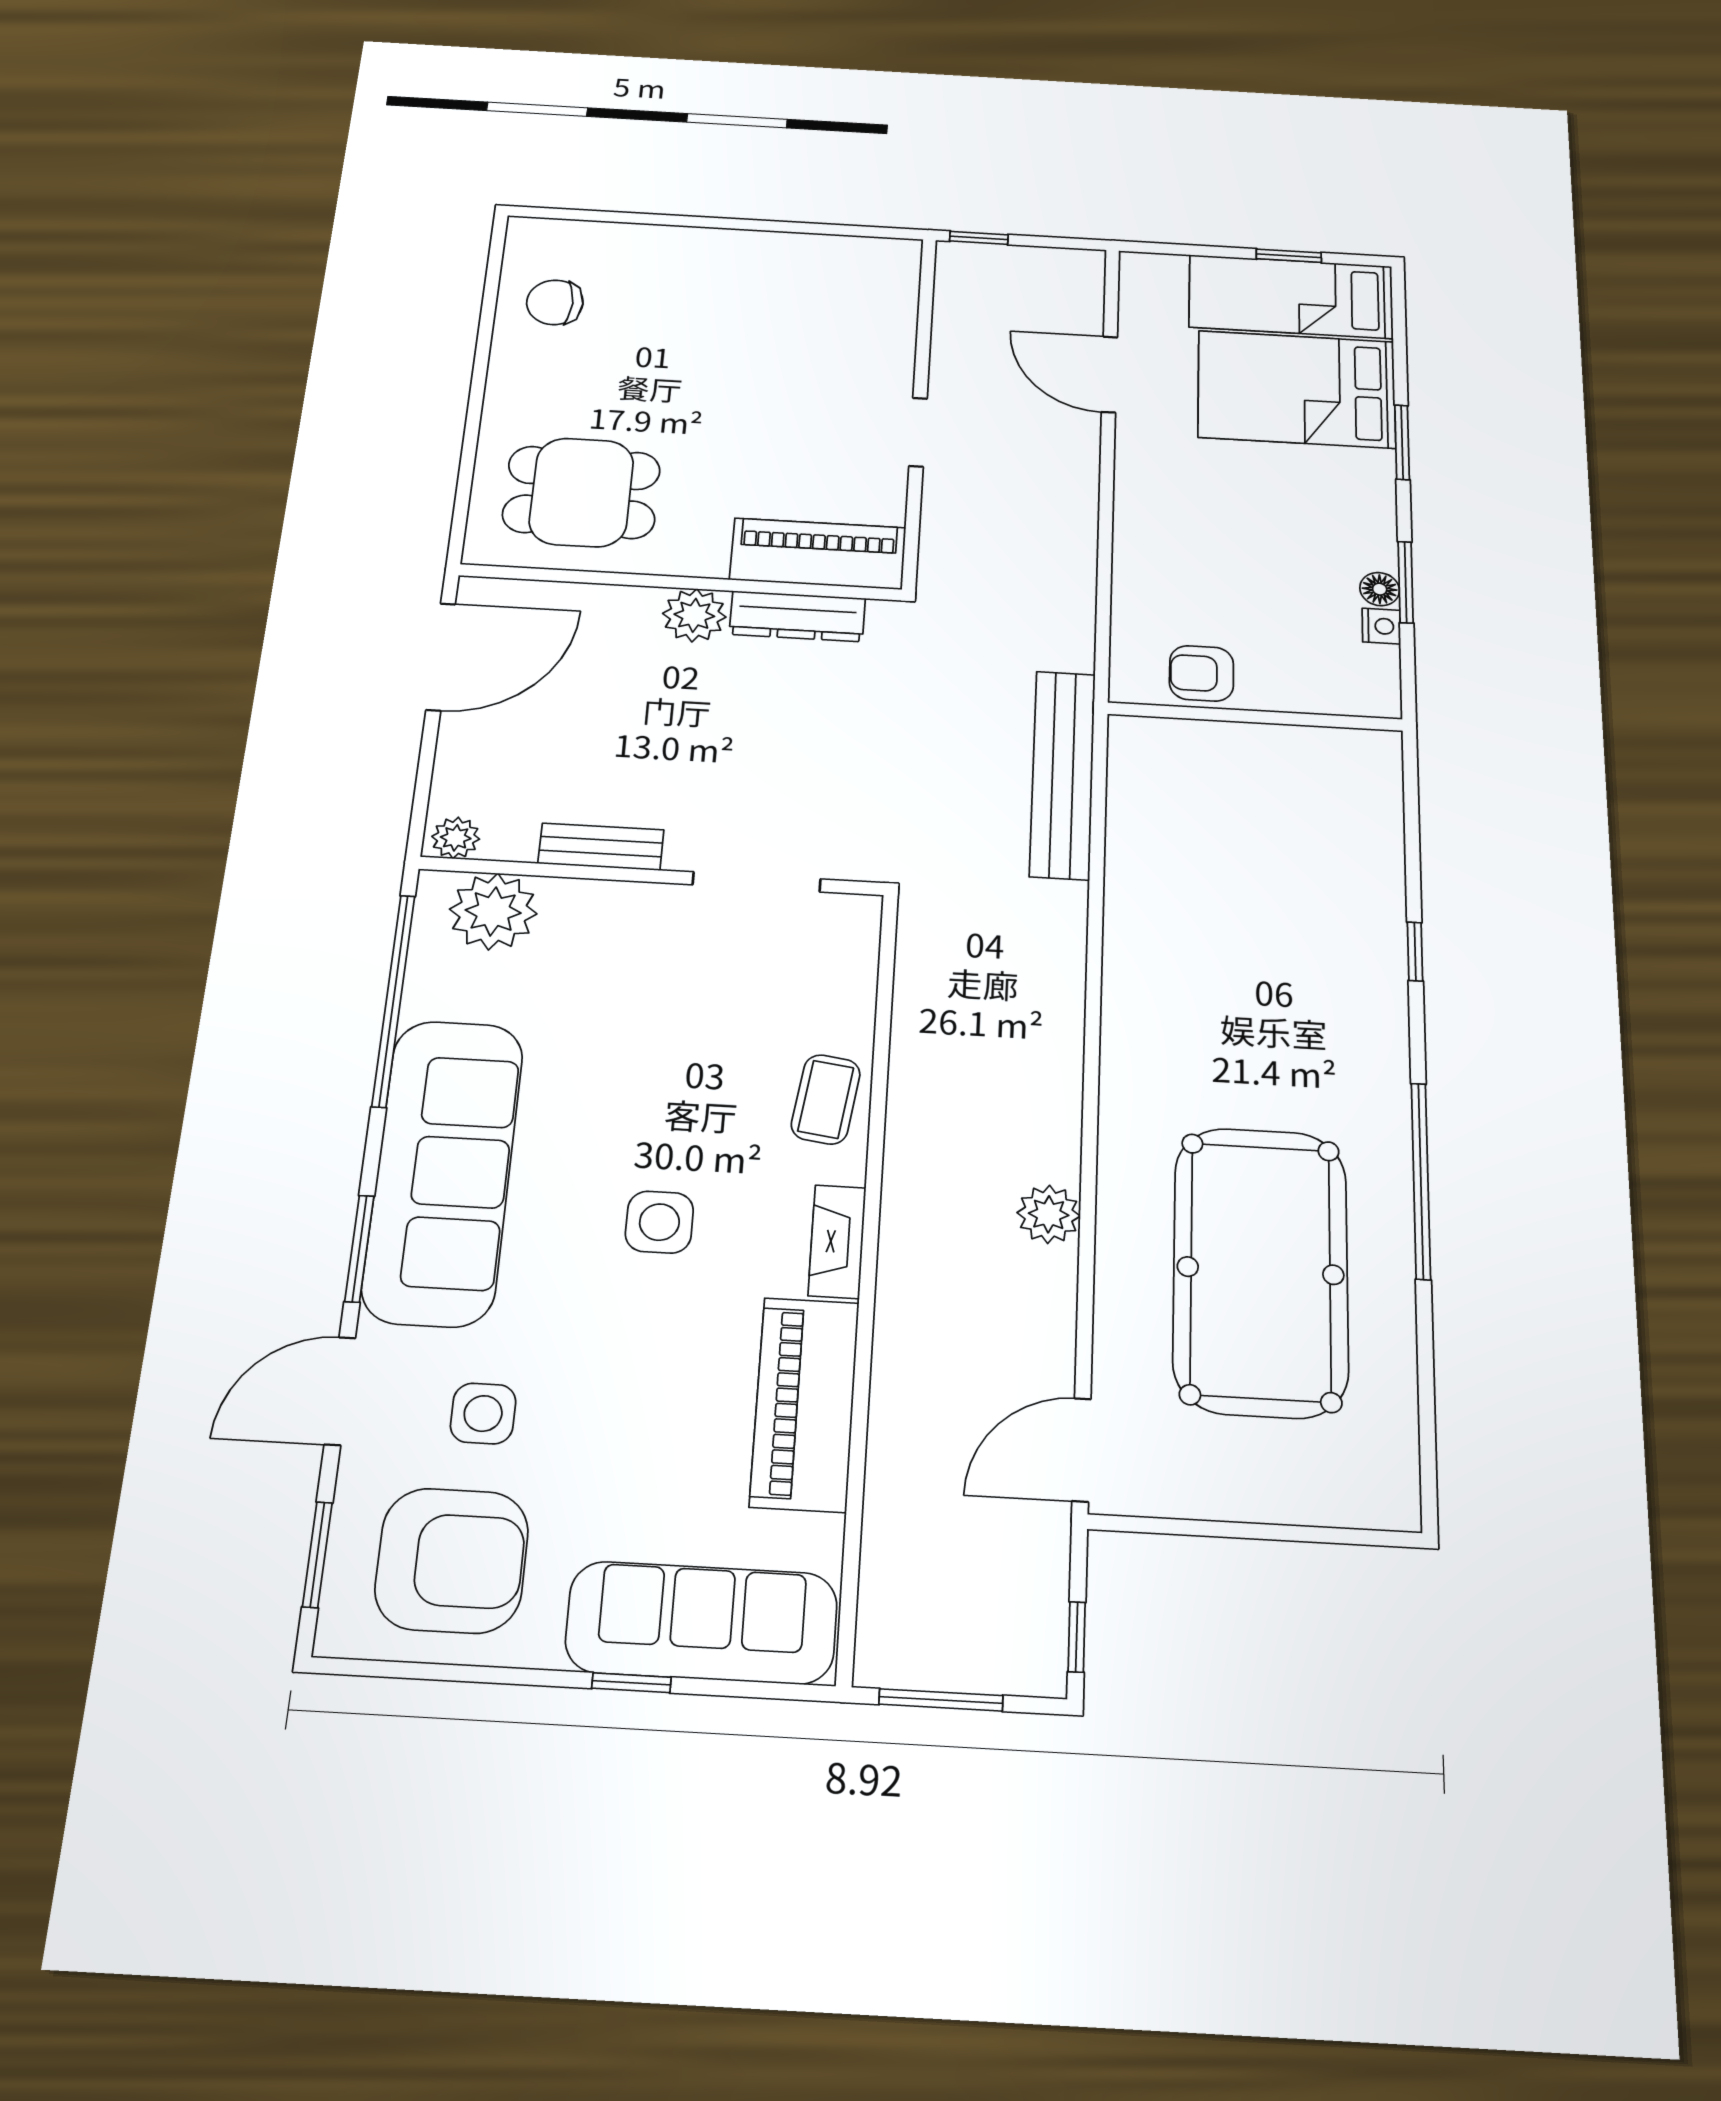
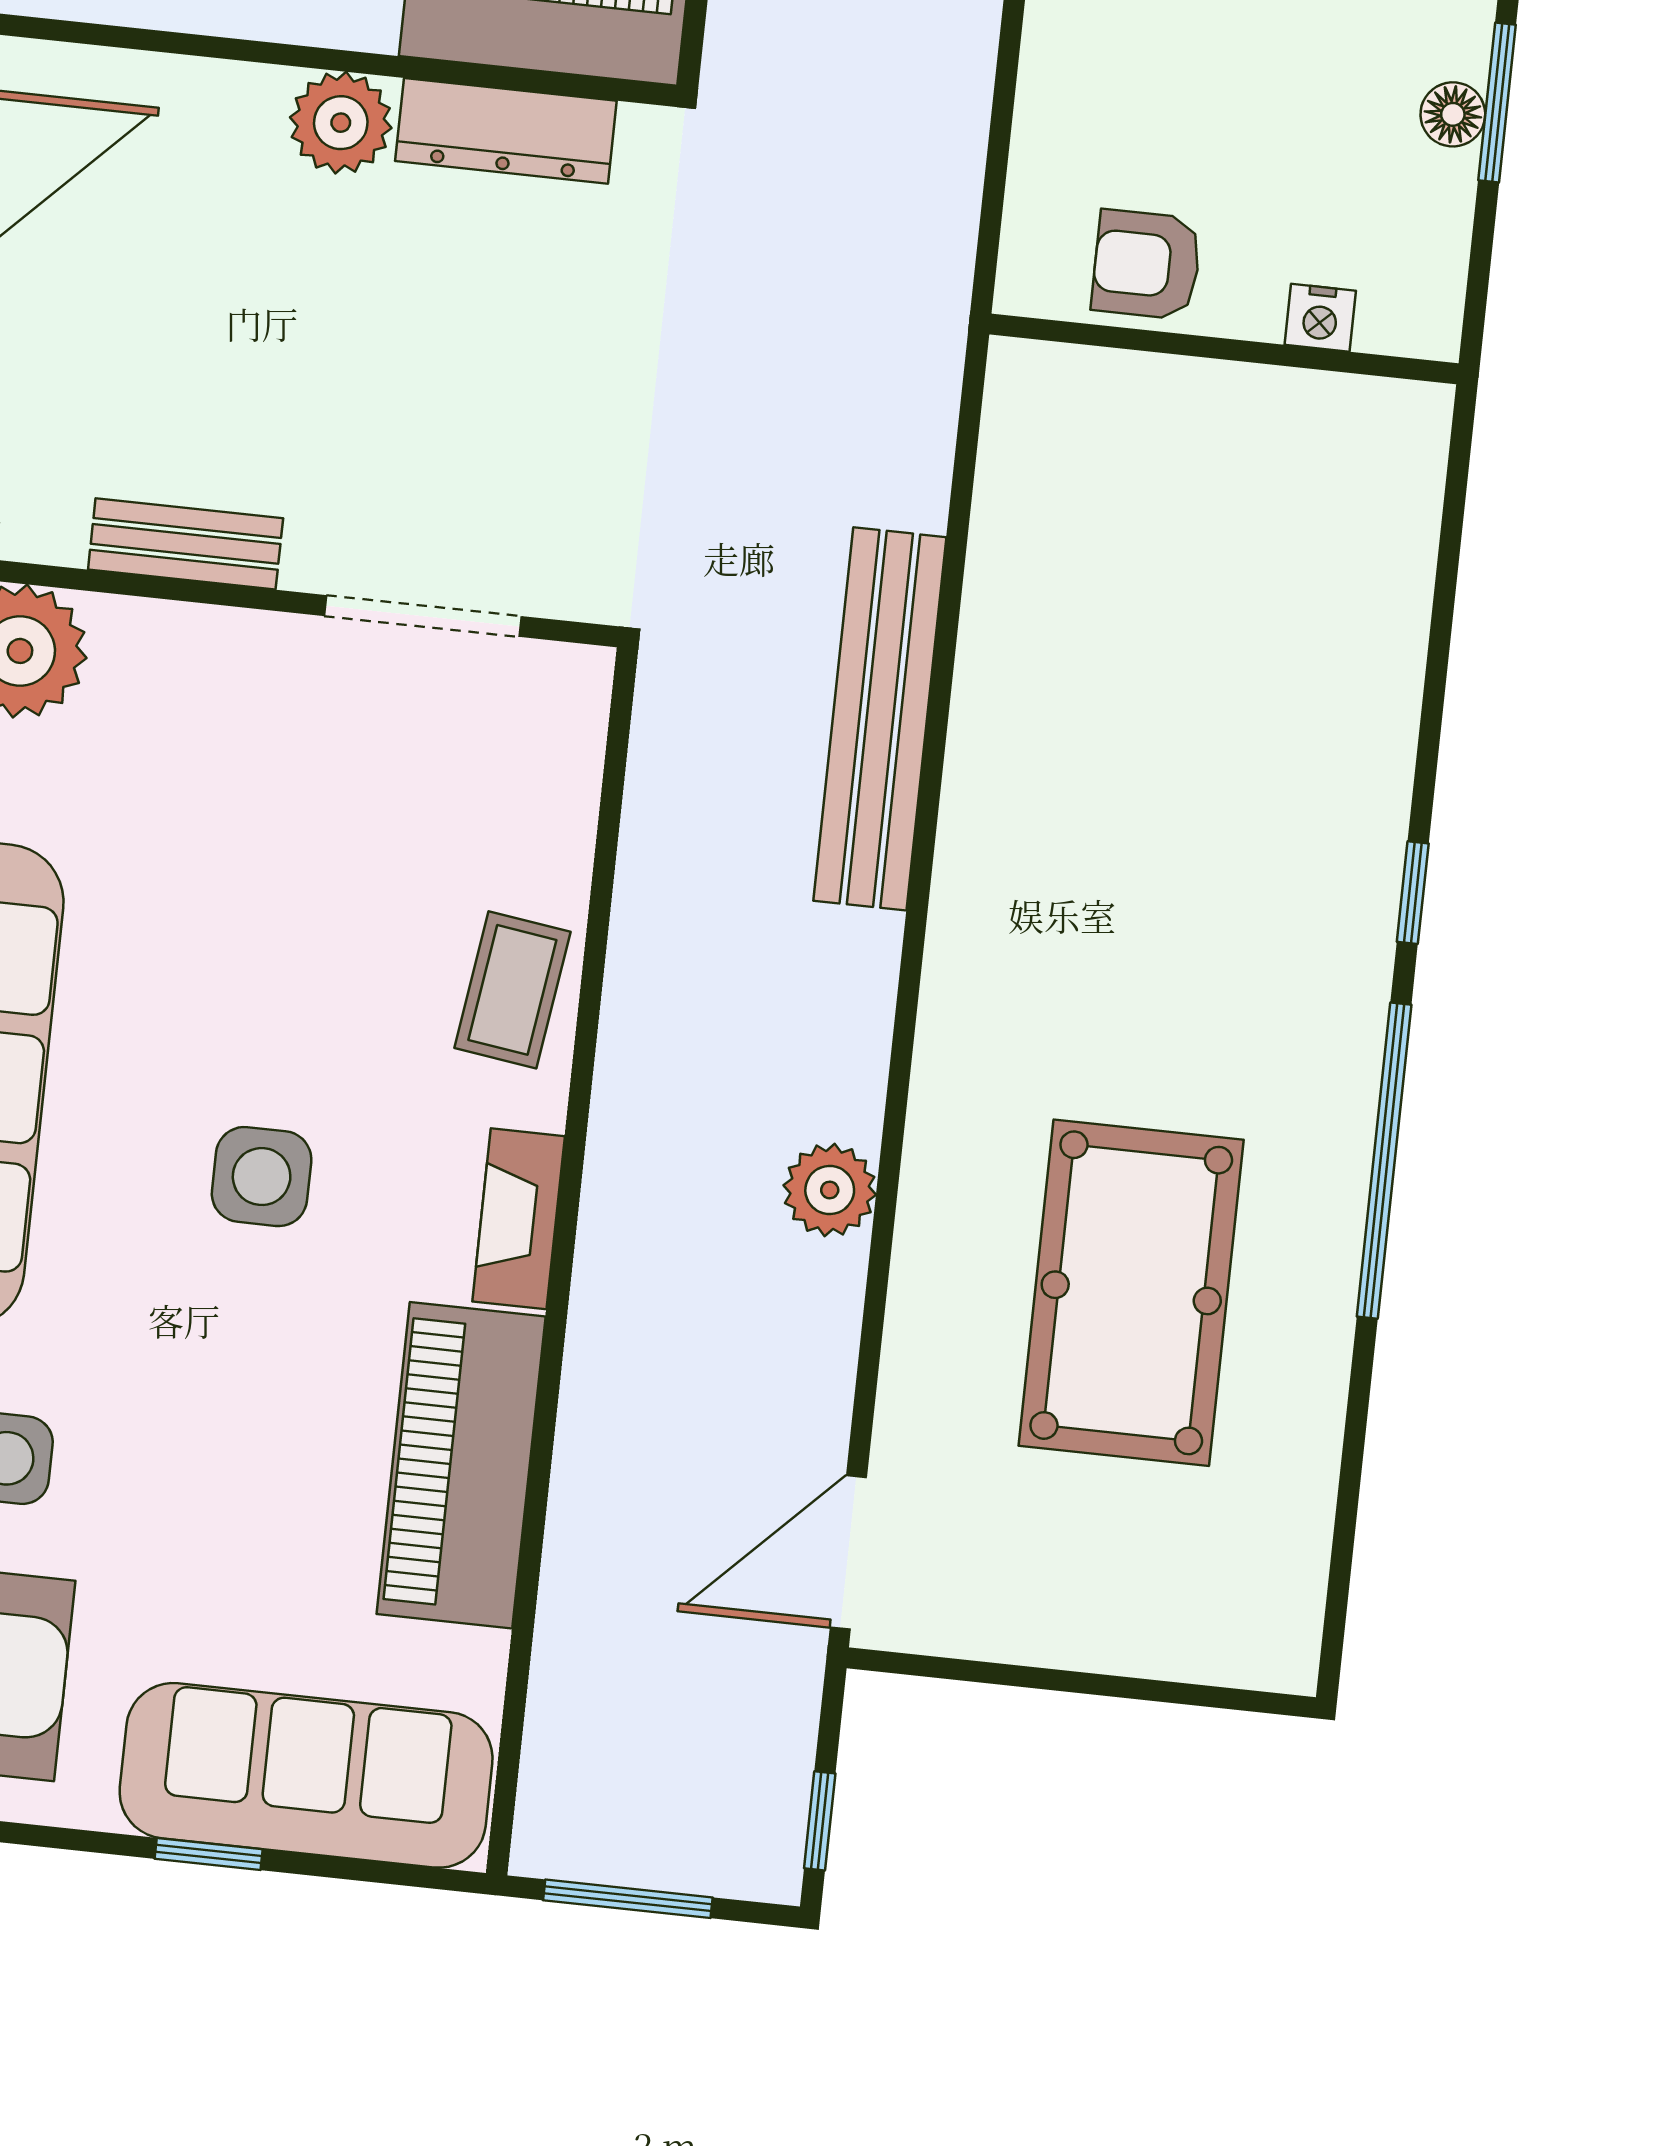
nightstand: (1381, 626) -> (1320, 318), moved, turned 90
bench: (1063, 774) -> (880, 719), moved
window: (1415, 951) -> (1413, 893), moved
pool table: (1261, 1271) -> (1131, 1293), width x0.73, depth x0.76

